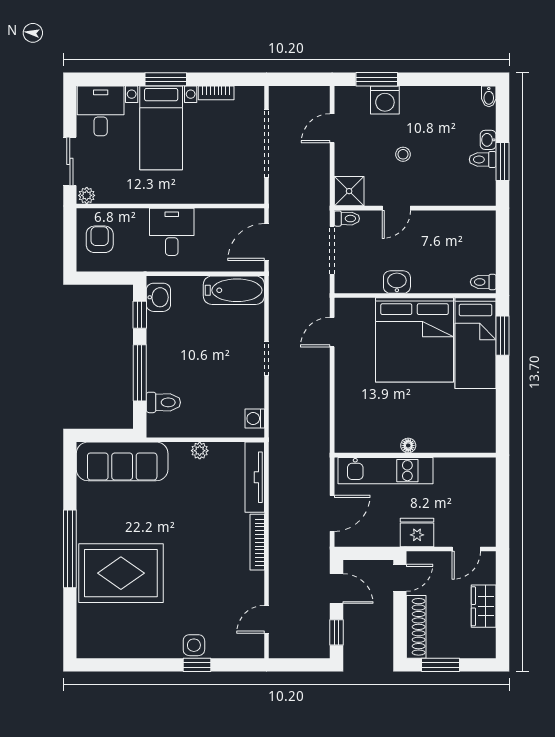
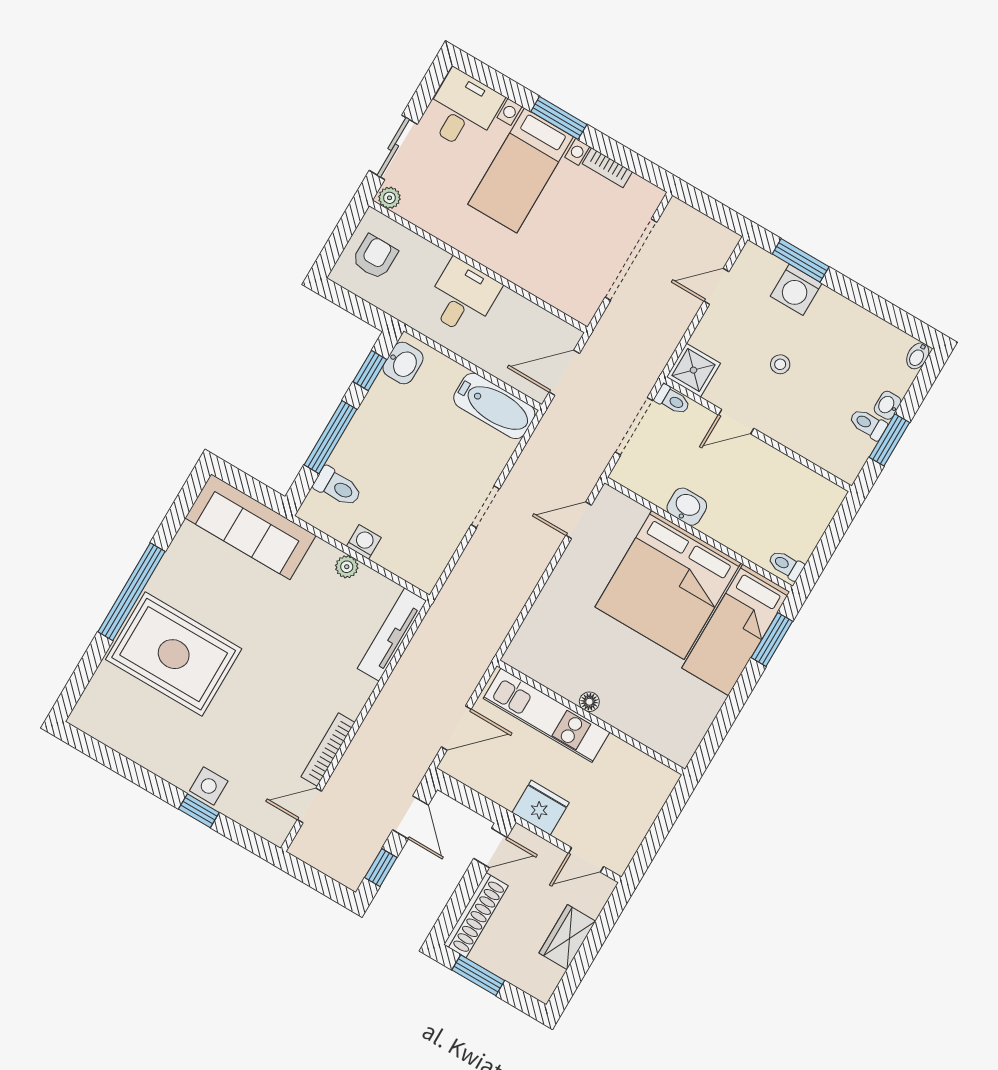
washing machine: (255, 418) -> (364, 542), moved, turned 90
bookcase: (257, 542) -> (328, 750), moved

